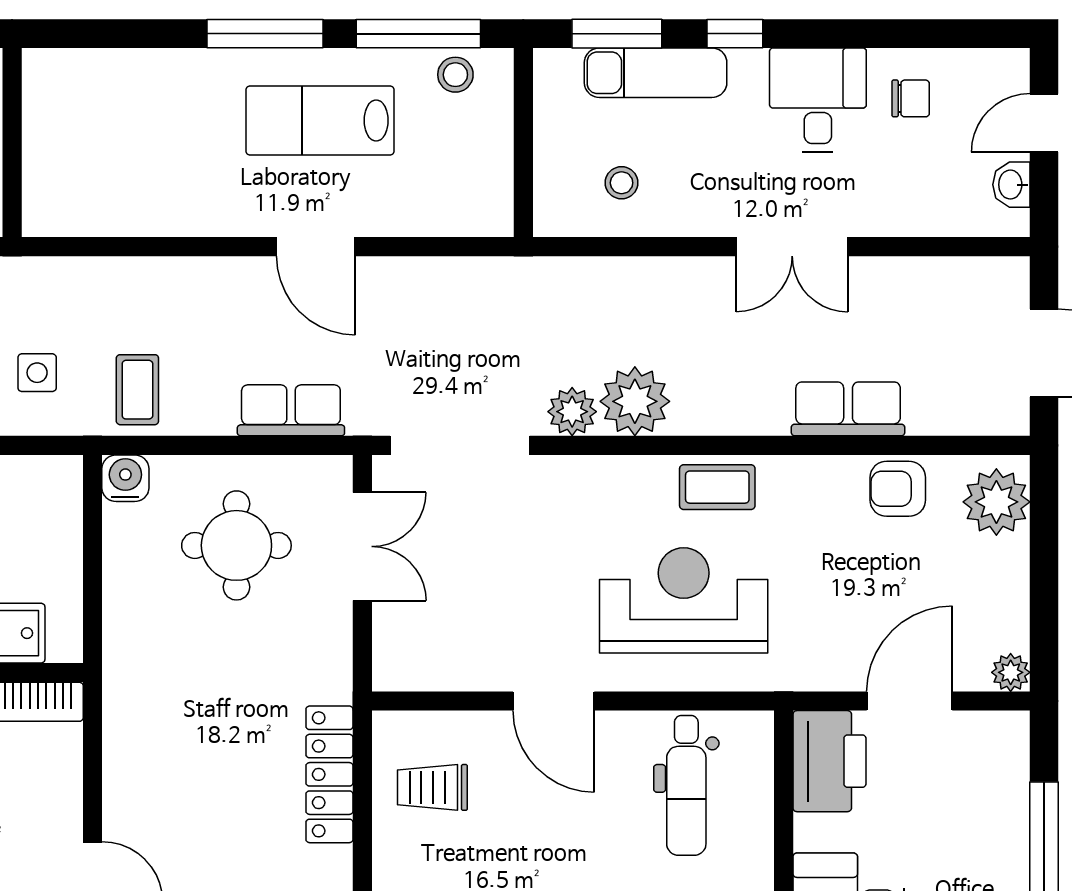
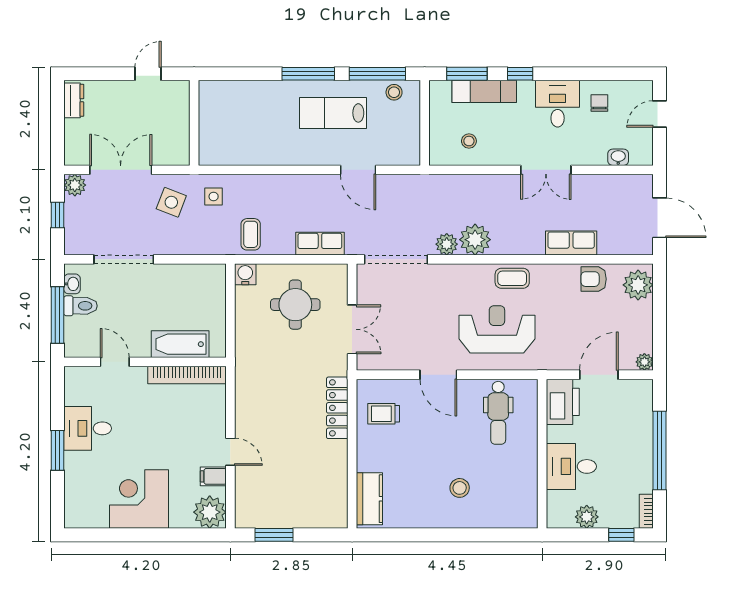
chair: (911, 98) -> (599, 103), turned -90
washbasin: (1011, 185) -> (618, 157), moved, turned 90
door: (316, 247) -> (358, 170), moved
side table: (37, 373) -> (214, 197), moved
double door: (362, 546) -> (352, 329), moved

